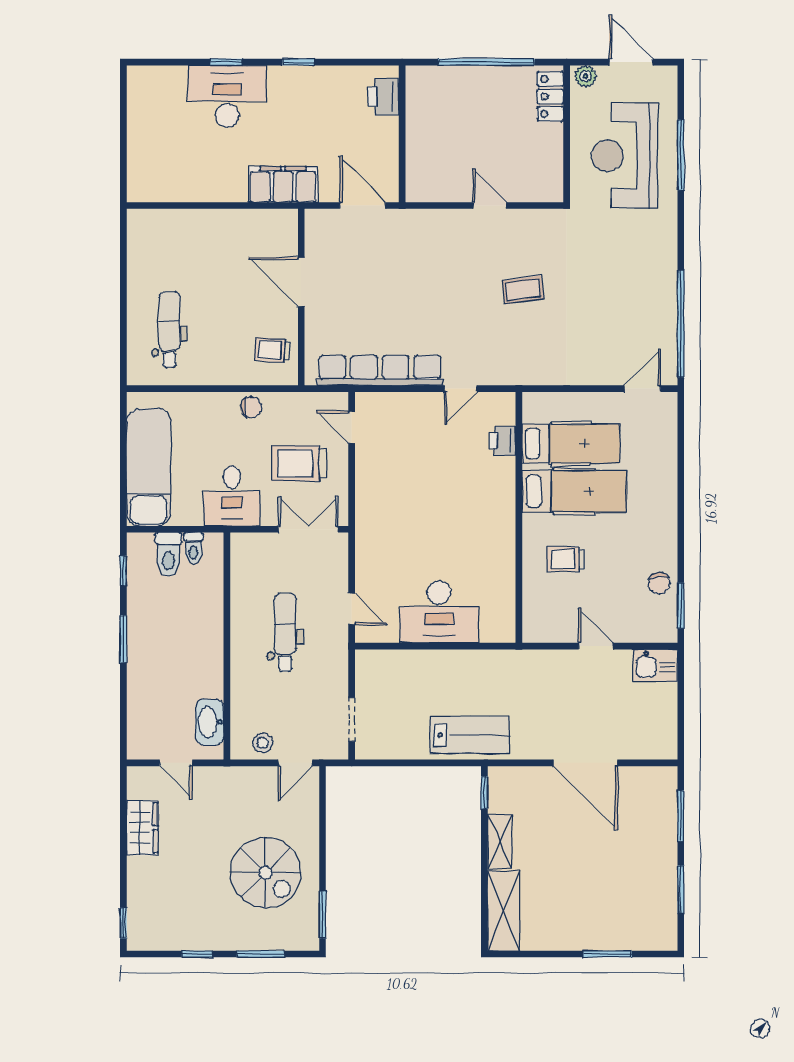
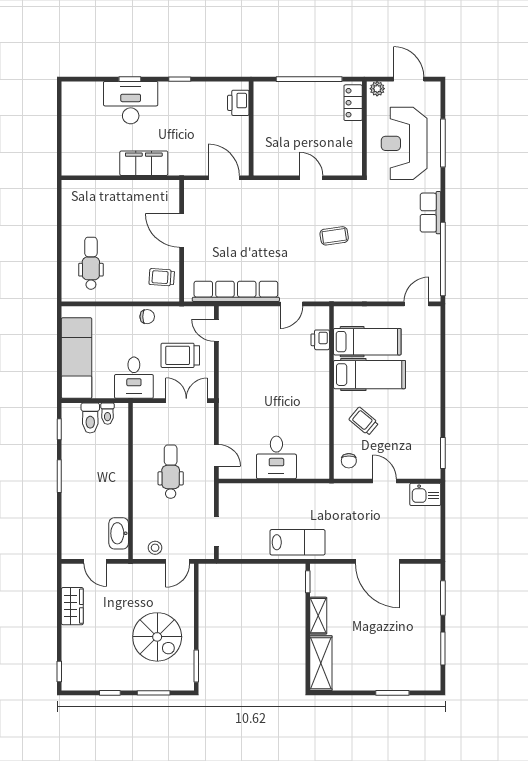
filing cabinet: (283, 184) -> (144, 163), moved
row of seats: (663, 256) -> (431, 213), added
trolley: (566, 559) -> (364, 421), turned 40
chair: (659, 583) -> (349, 461), moved
desk: (439, 612) -> (276, 457), width x0.73

